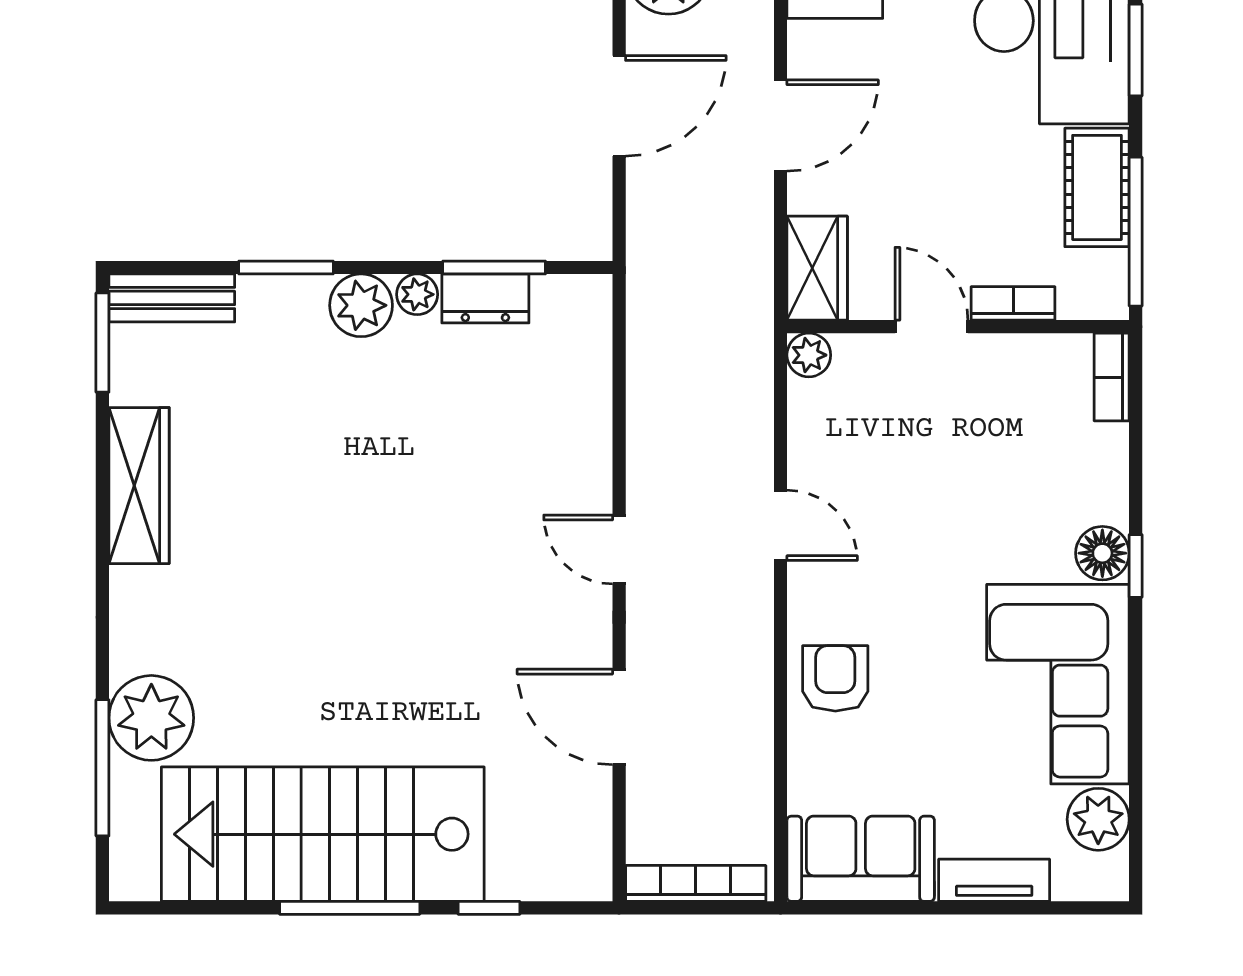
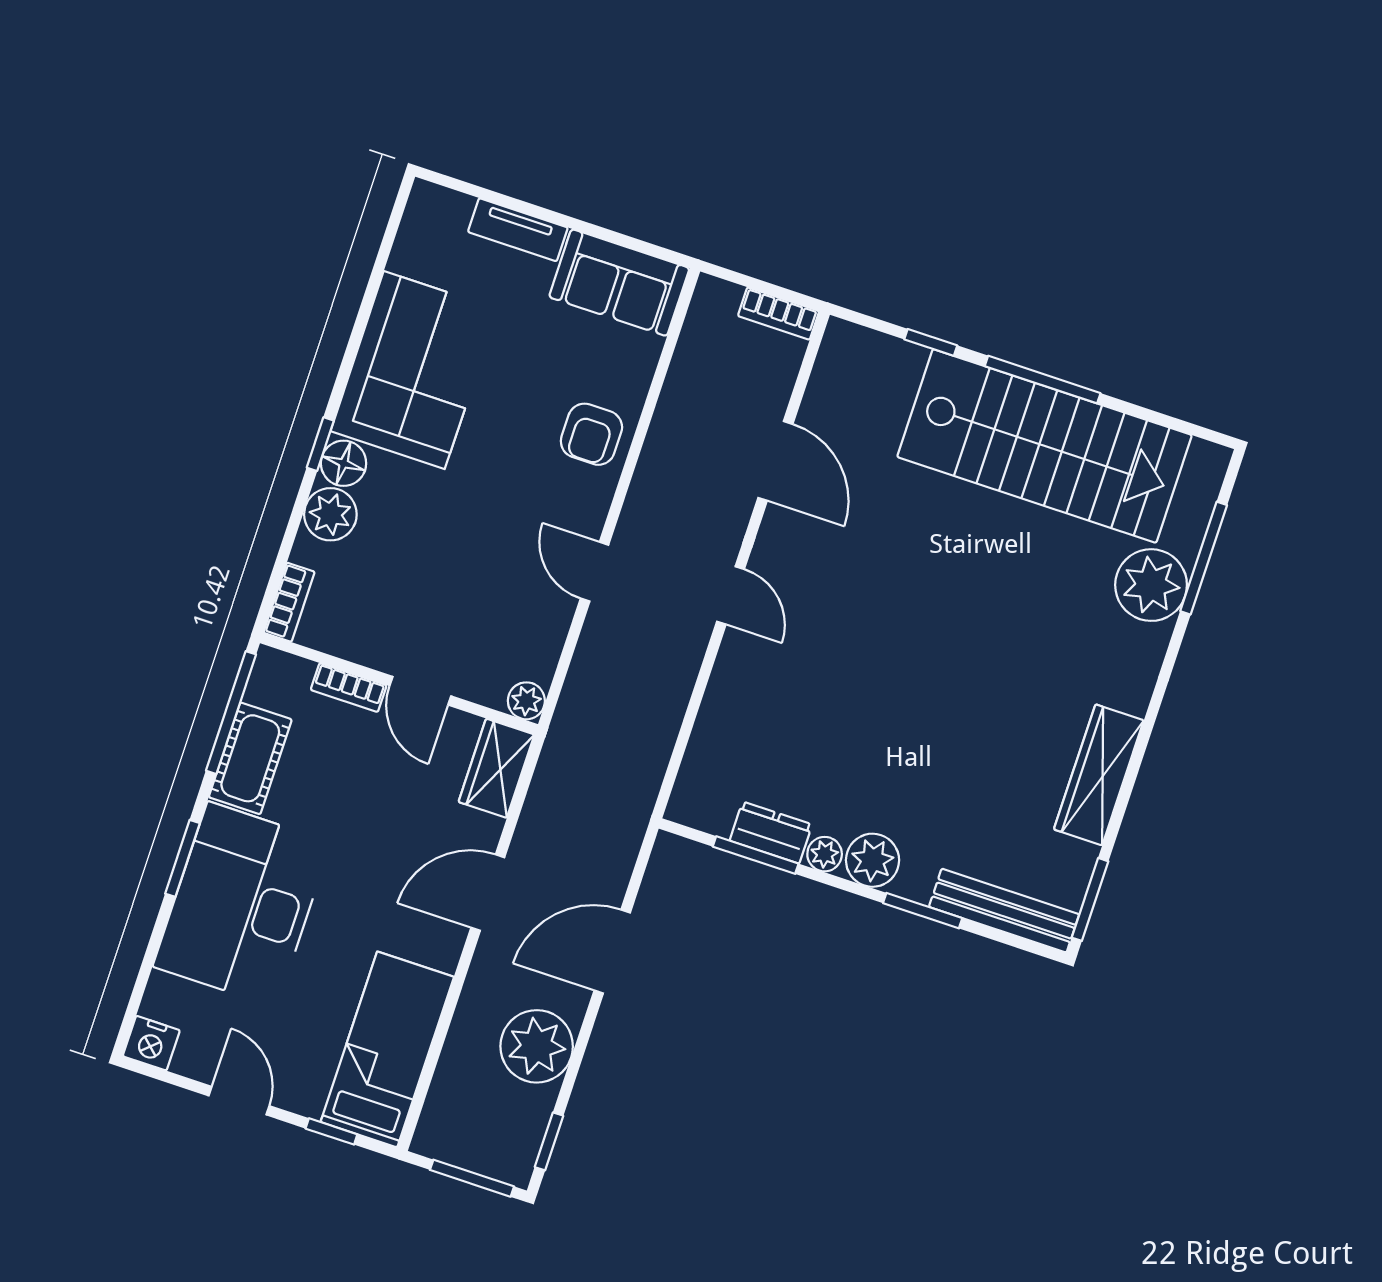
bench: (172, 298) -> (1004, 911), width x1.36
plant: (1098, 819) -> (330, 514), moved
bookcase: (696, 883) -> (779, 314), width x0.64

